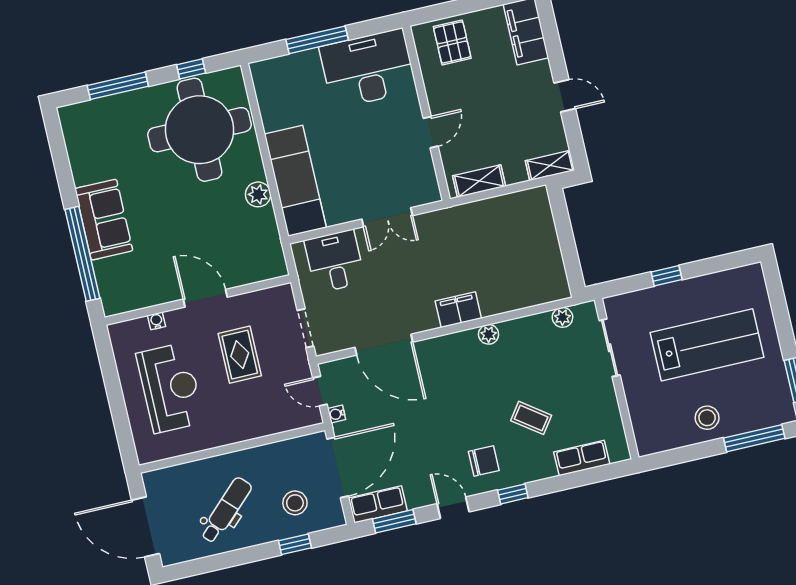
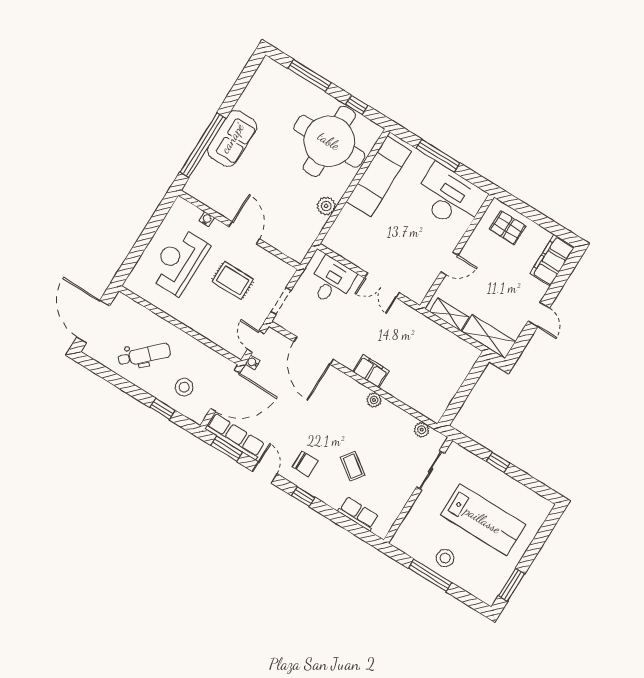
pallet: (452, 42) -> (508, 228), turned 90
shelving: (550, 165) -> (489, 337), width x1.50, depth x1.33
exam couch: (295, 181) -> (379, 176), moved
rug: (240, 355) -> (233, 280), turned 90
reception desk: (170, 388) -> (179, 262), turned 180
window: (754, 438) -> (430, 575), moved
row of seats: (378, 504) -> (235, 436), width x1.48

